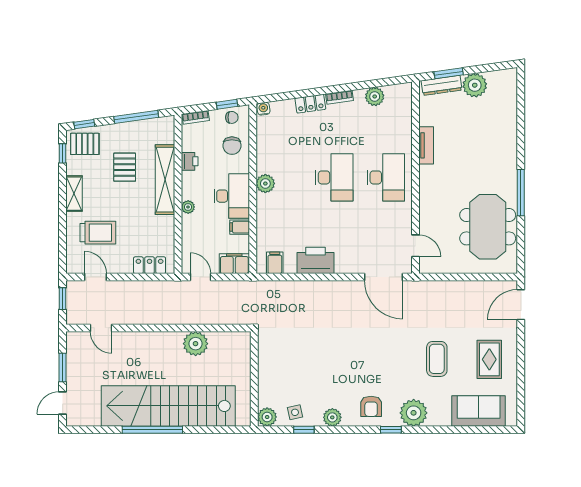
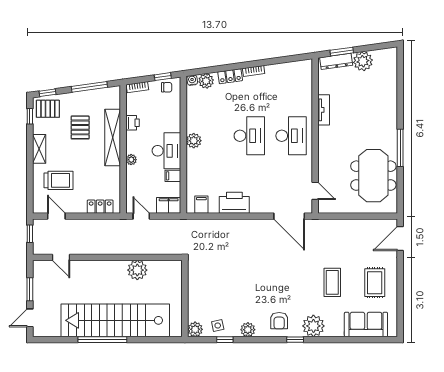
plant: (375, 96) -> (206, 81), moved
chair: (232, 146) -> (167, 110), removed

